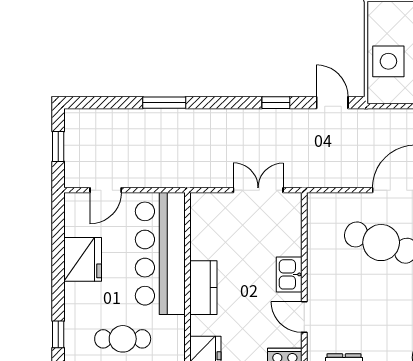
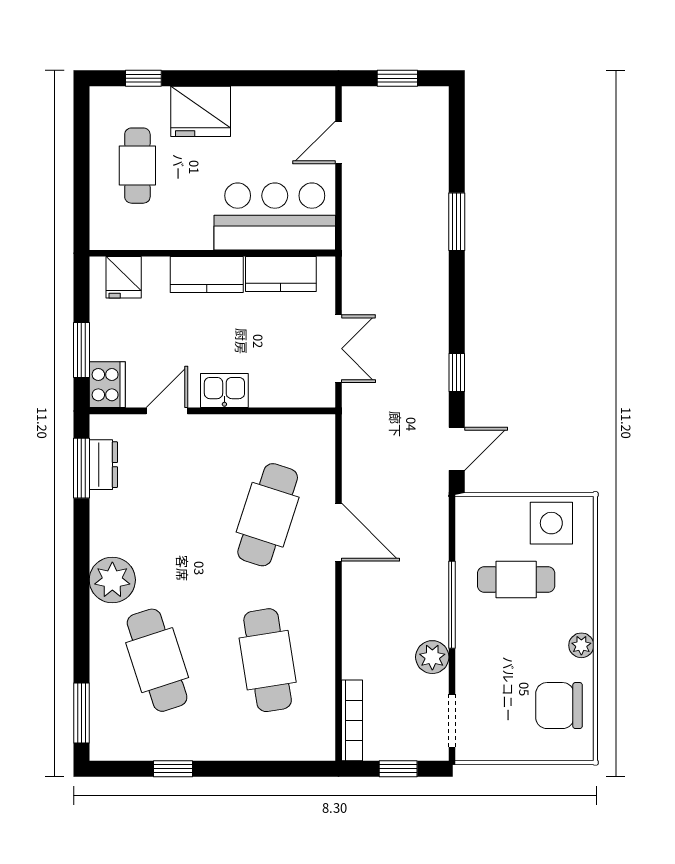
side table: (388, 61) -> (551, 523), moved
door: (106, 190) -> (338, 142), hinge flipped
kitchen counter: (203, 233) -> (281, 274), added
bar counter: (160, 254) -> (275, 216), width x0.73
fridge: (83, 259) -> (201, 111), moved

